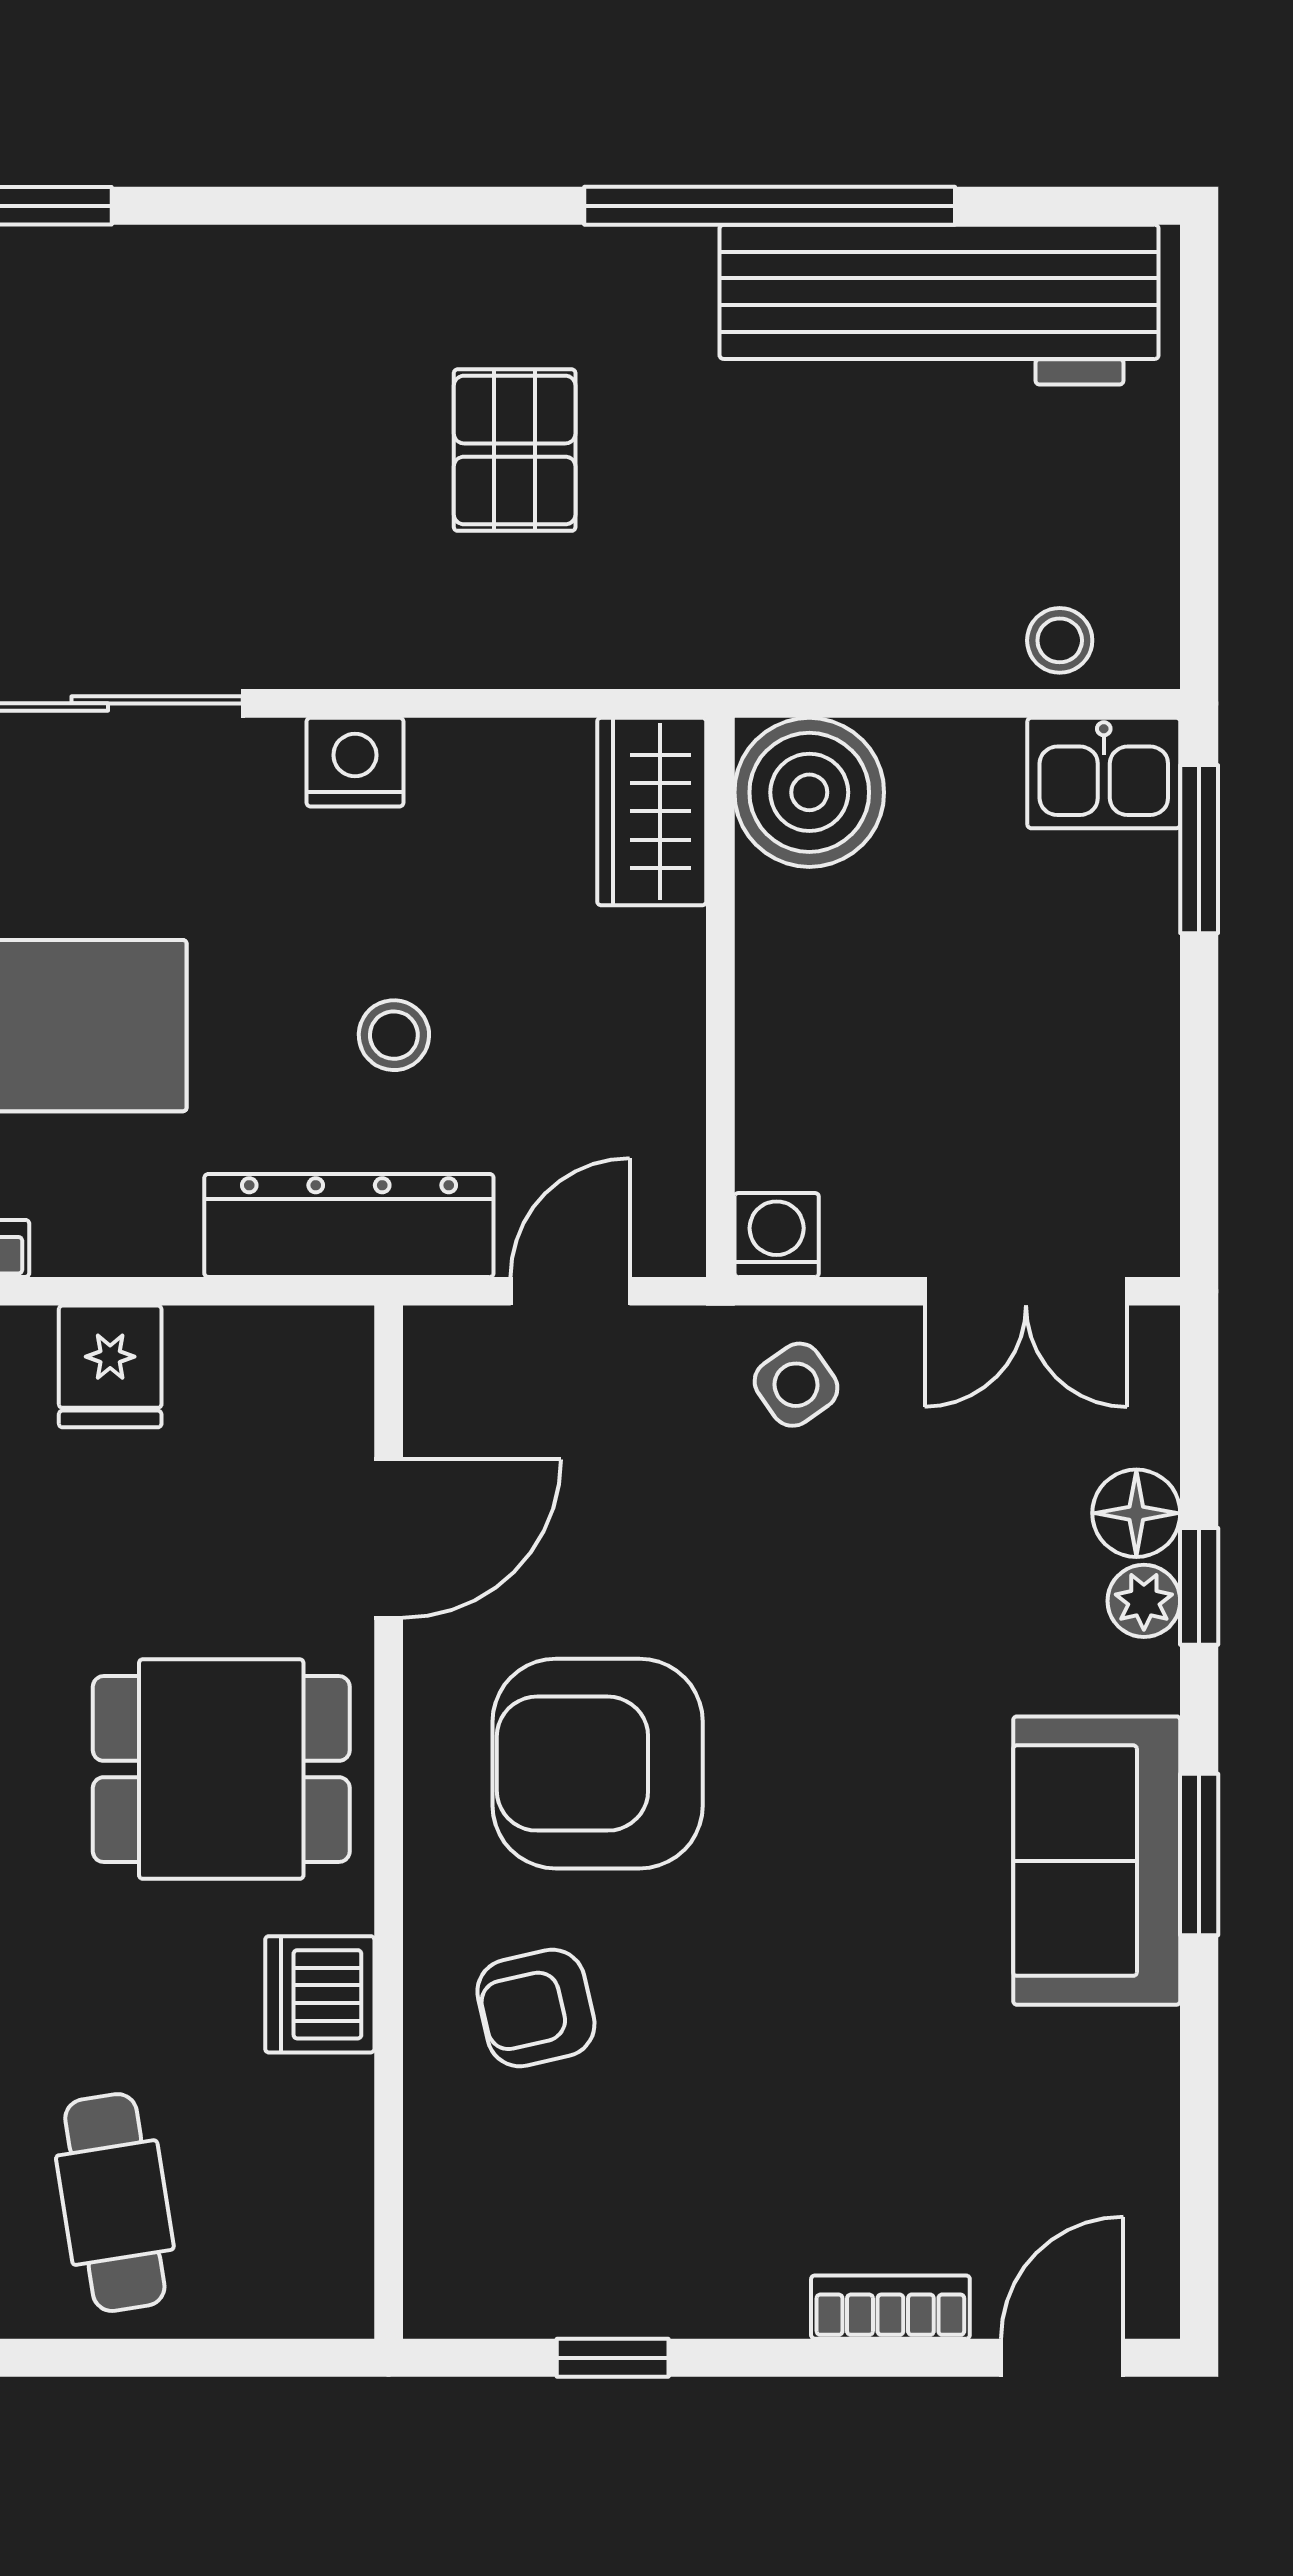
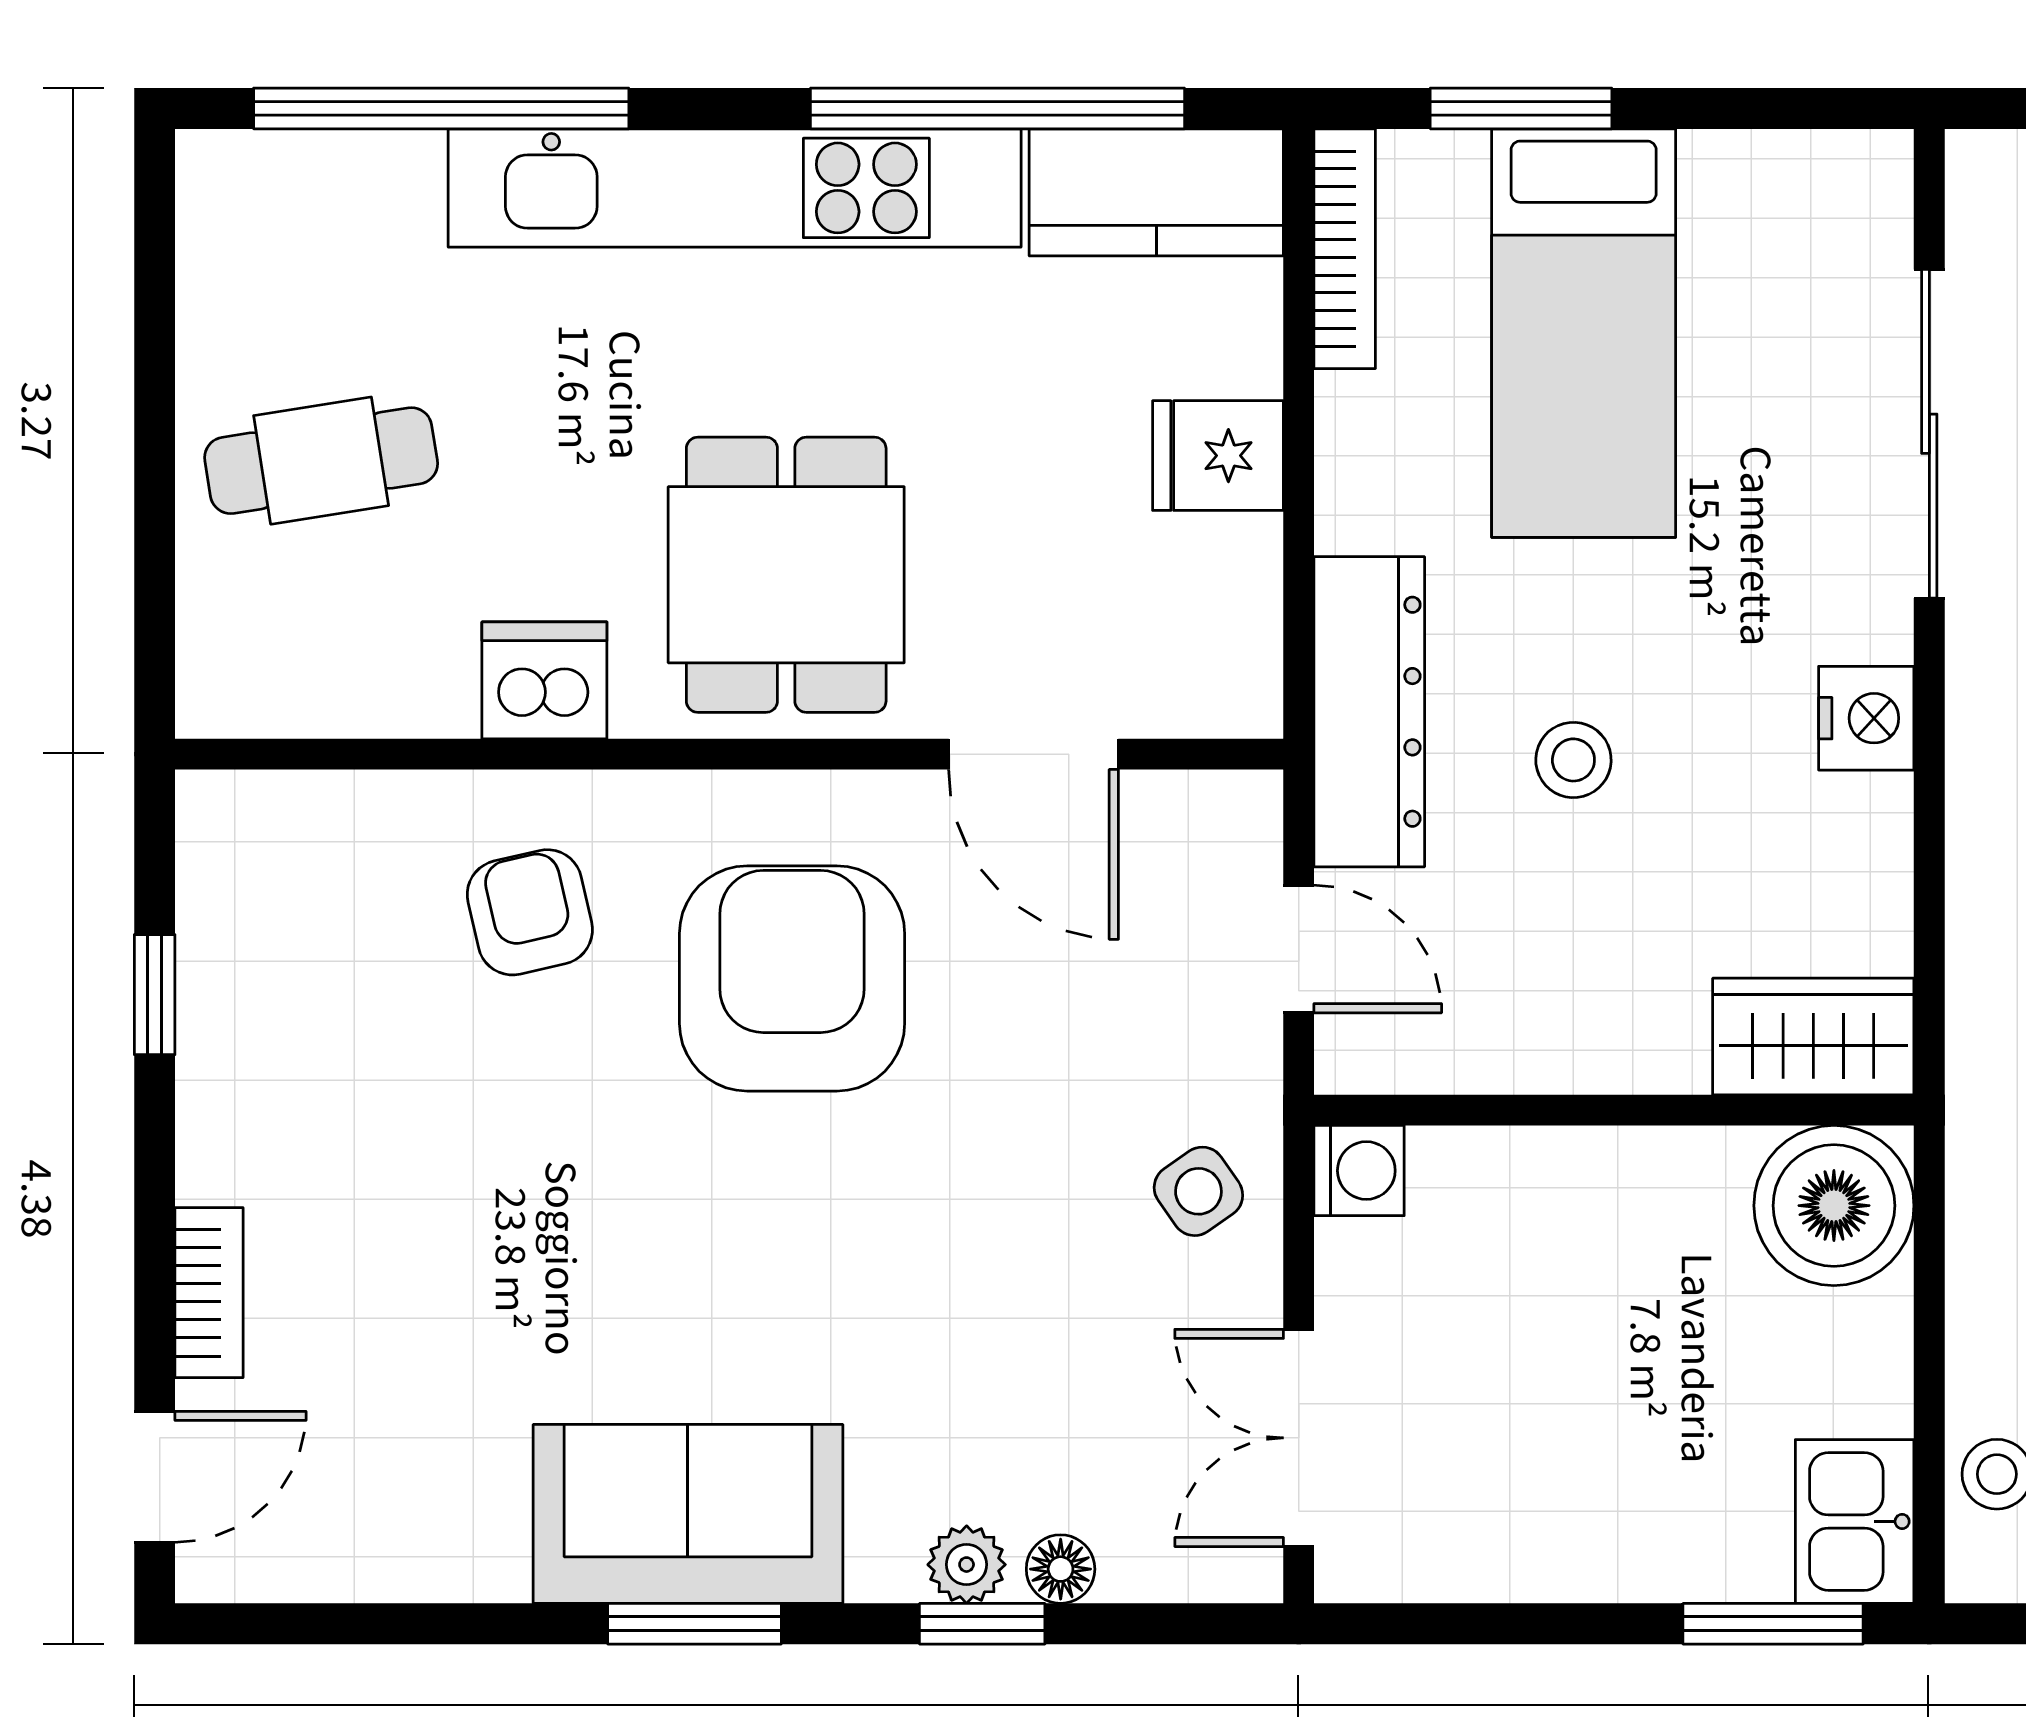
floor lamp: (1136, 1513) -> (1061, 1569), width x0.73, depth x0.73
door: (1062, 2358) -> (155, 1477), hinge flipped

